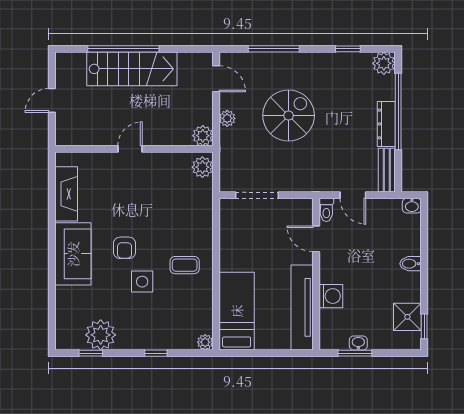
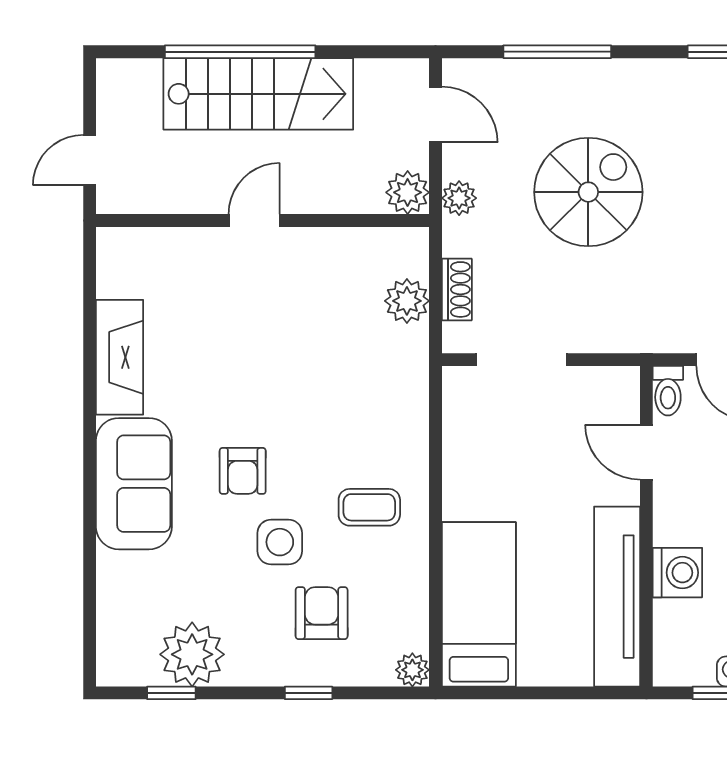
plant: (203, 136) -> (408, 192), moved
door: (130, 149) -> (254, 220), moved
wall: (134, 149) -> (263, 220), moved
shoe rack: (226, 162) -> (457, 289), added
armchair: (162, 315) -> (322, 613), added

